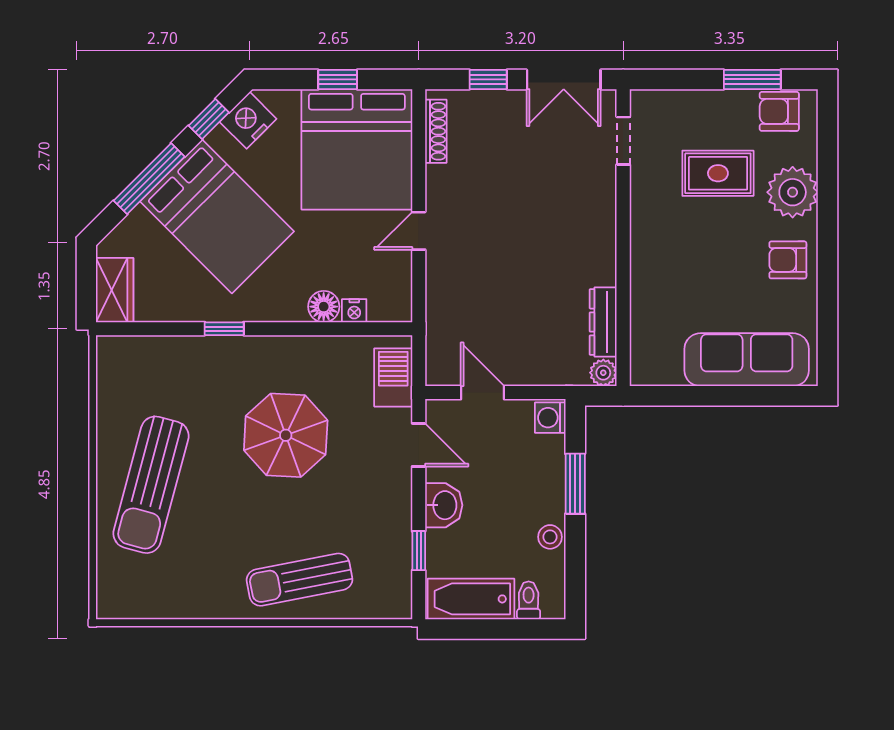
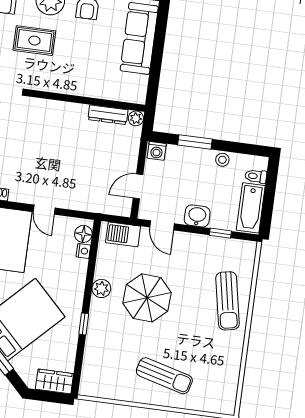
rug: (718, 173) -> (34, 41), turned 90
floor lamp: (324, 307) -> (83, 234), moved
plant: (292, 352) -> (101, 288), added
door: (419, 445) -> (162, 225), swing flipped
sun lounger: (151, 485) -> (164, 376), width x0.73, depth x0.75

